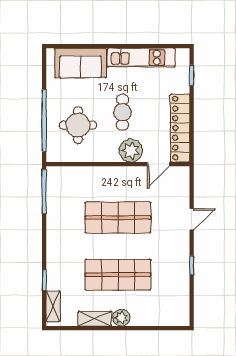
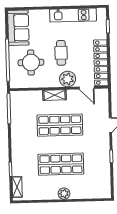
sofa: (80, 63) -> (18, 28), moved, turned -90
door: (158, 164) -> (87, 88), hinge flipped
shelving: (95, 319) -> (54, 95), moved

